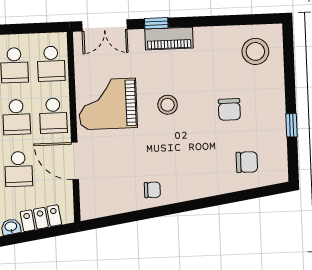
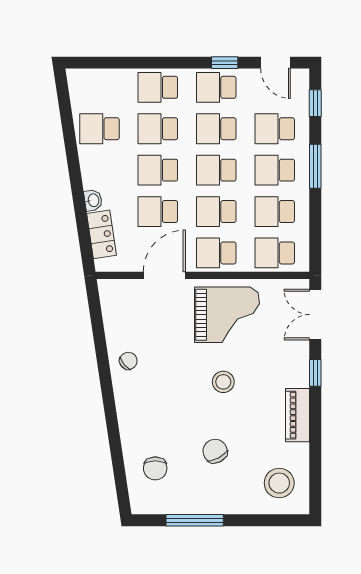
piano: (169, 39) -> (298, 415), moved
grand piano: (108, 104) -> (227, 315), turned 90
chair: (229, 110) -> (215, 451), turned 62
window: (291, 125) -> (195, 520), width x2.17
chair: (152, 190) -> (128, 361), turned -129

